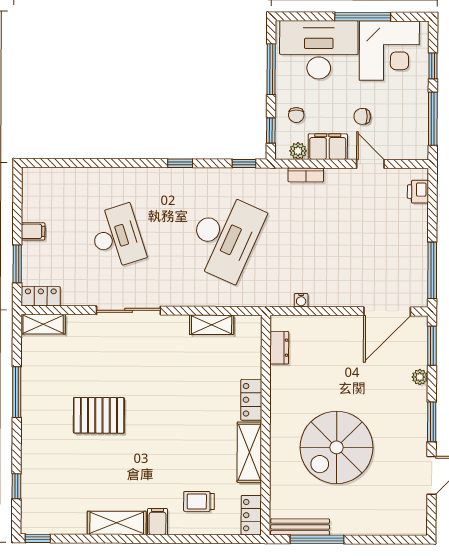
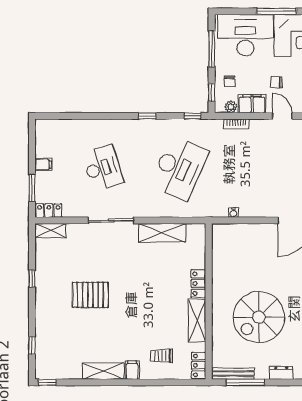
shelving: (212, 325) -> (162, 233), width x1.50, depth x1.33
dresser: (279, 348) -> (281, 373), moved, turned -90
window: (17, 392) -> (32, 279), width x0.46

